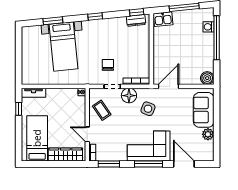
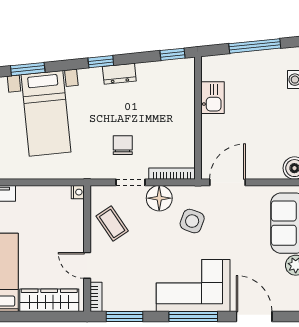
kitchen sink: (163, 19) -> (212, 98), moved, turned -84
dresser: (136, 20) -> (119, 74), moved

